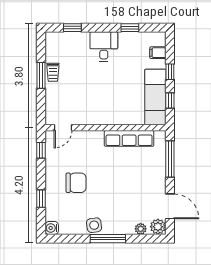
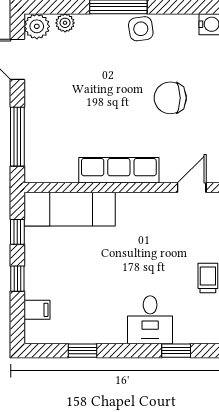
desk: (104, 47) -> (150, 320), moved
exam couch: (155, 97) -> (70, 209), moved, turned 90
row of seats: (129, 138) -> (119, 170), moved

